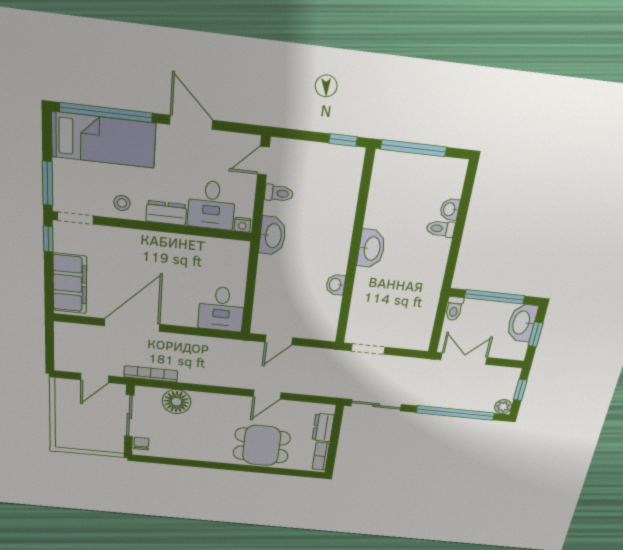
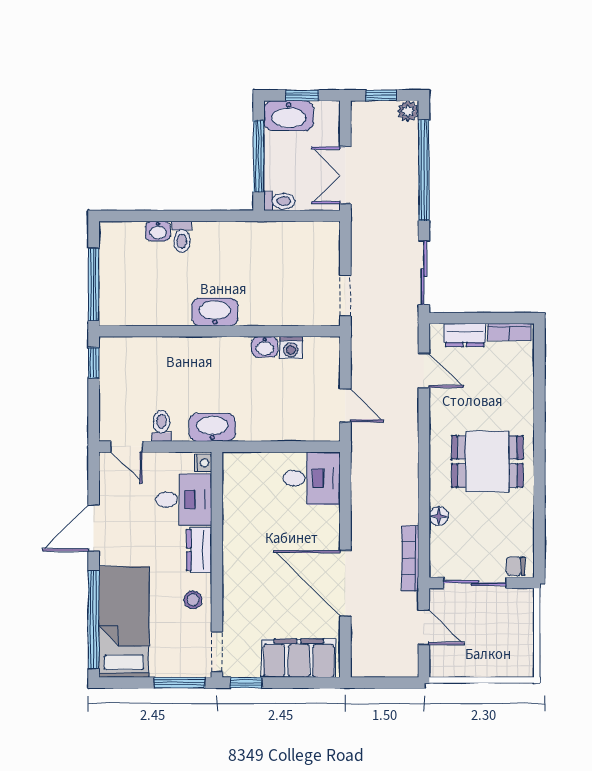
washing machine: (332, 305) -> (291, 348), added
door: (267, 395) -> (424, 370), moved
floor lamp: (176, 402) -> (439, 516), width x0.53, depth x0.53
dining table: (262, 445) -> (487, 462), moved, turned 90

